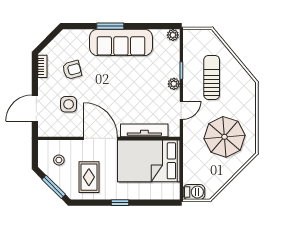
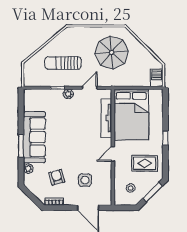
plant: (173, 35) -> (28, 169), moved
door: (181, 110) -> (90, 88), hinge flipped
door: (100, 138) -> (113, 154), width x0.53

